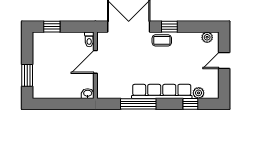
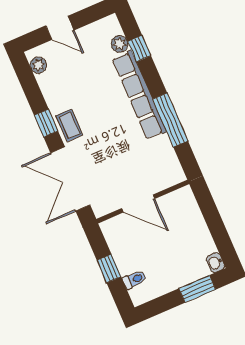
window: (52, 27) -> (109, 268), moved
toilet: (89, 39) -> (135, 280), moved
washbasin: (88, 94) -> (215, 263), moved

